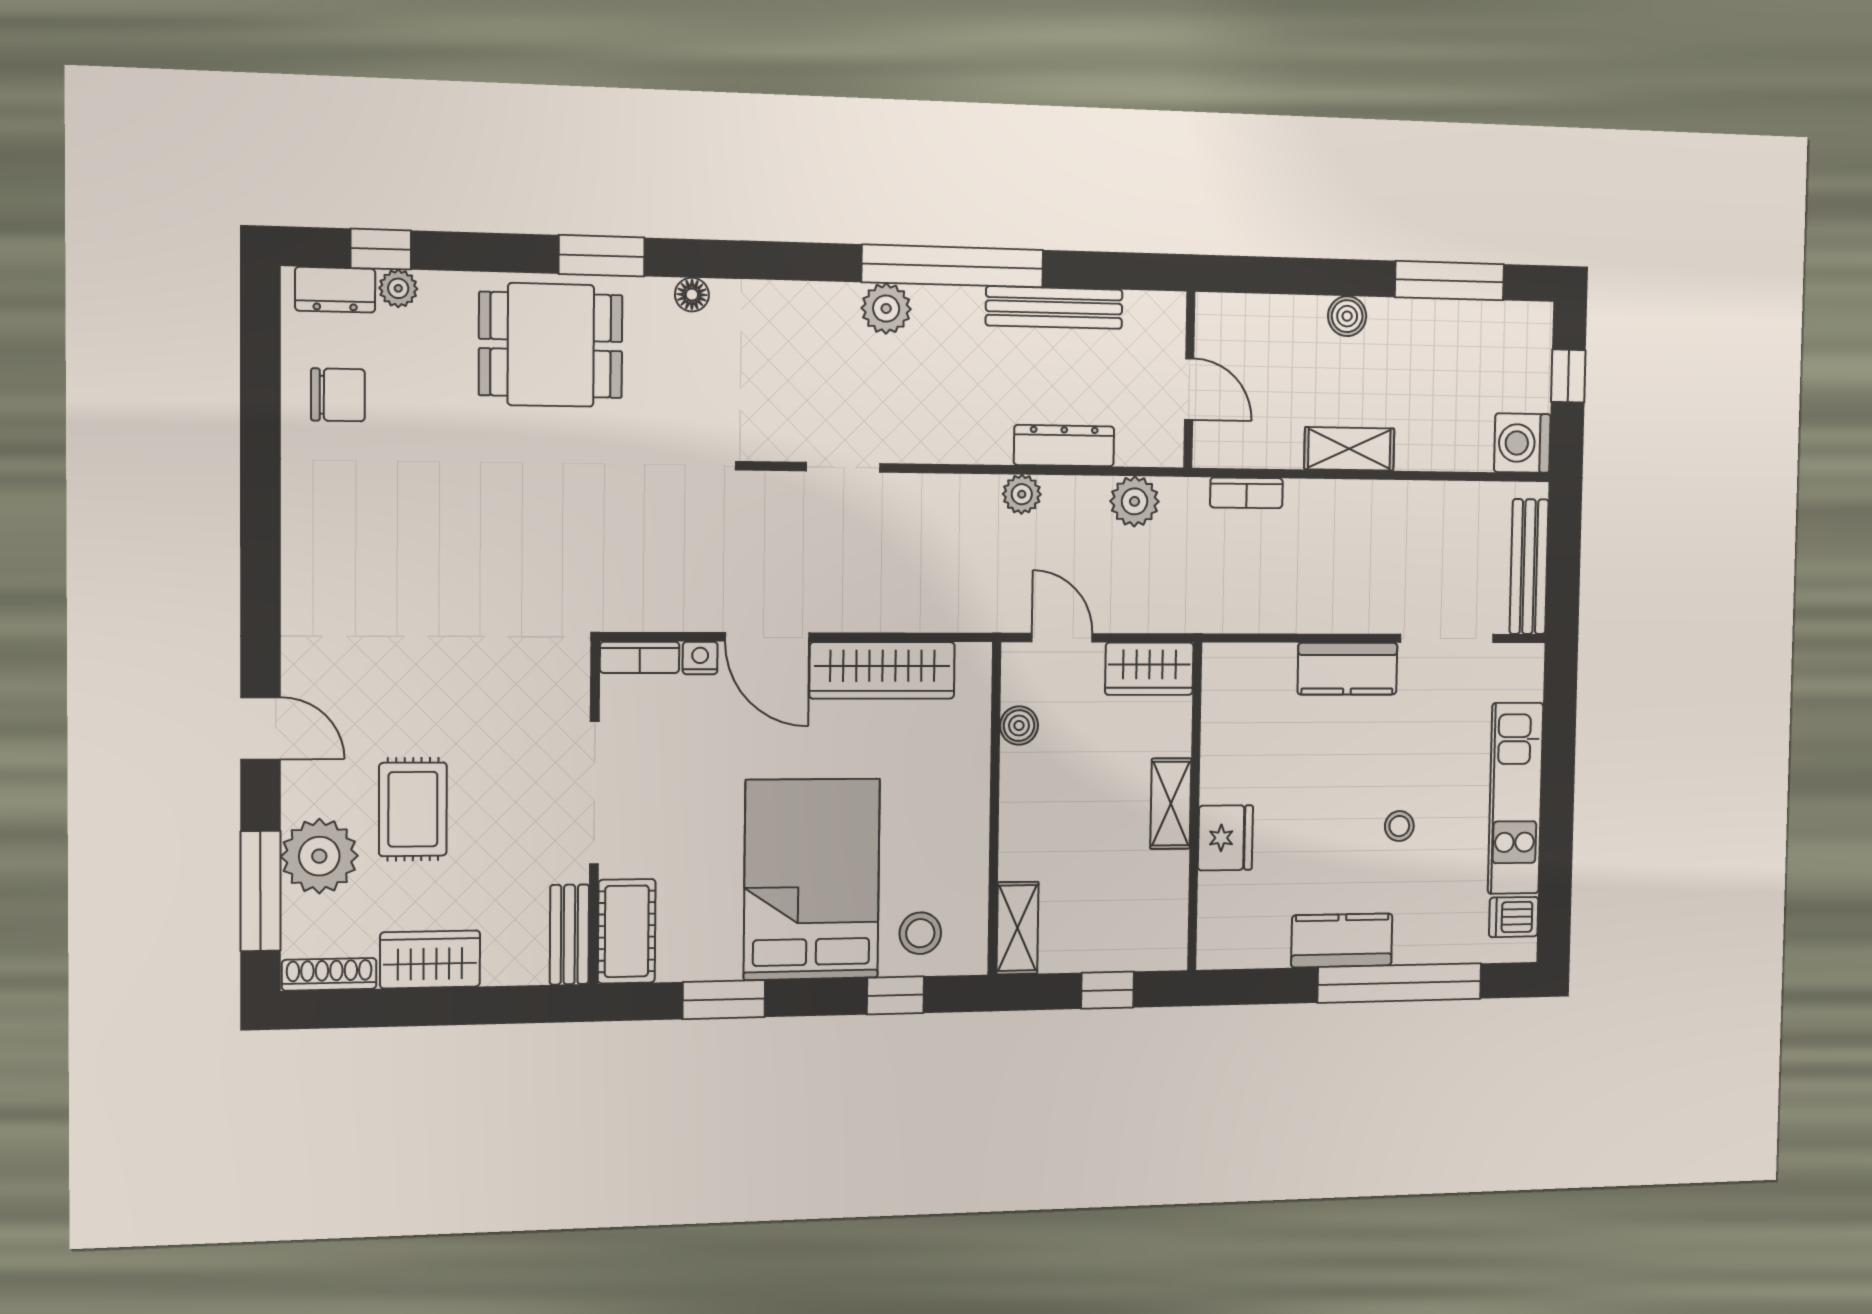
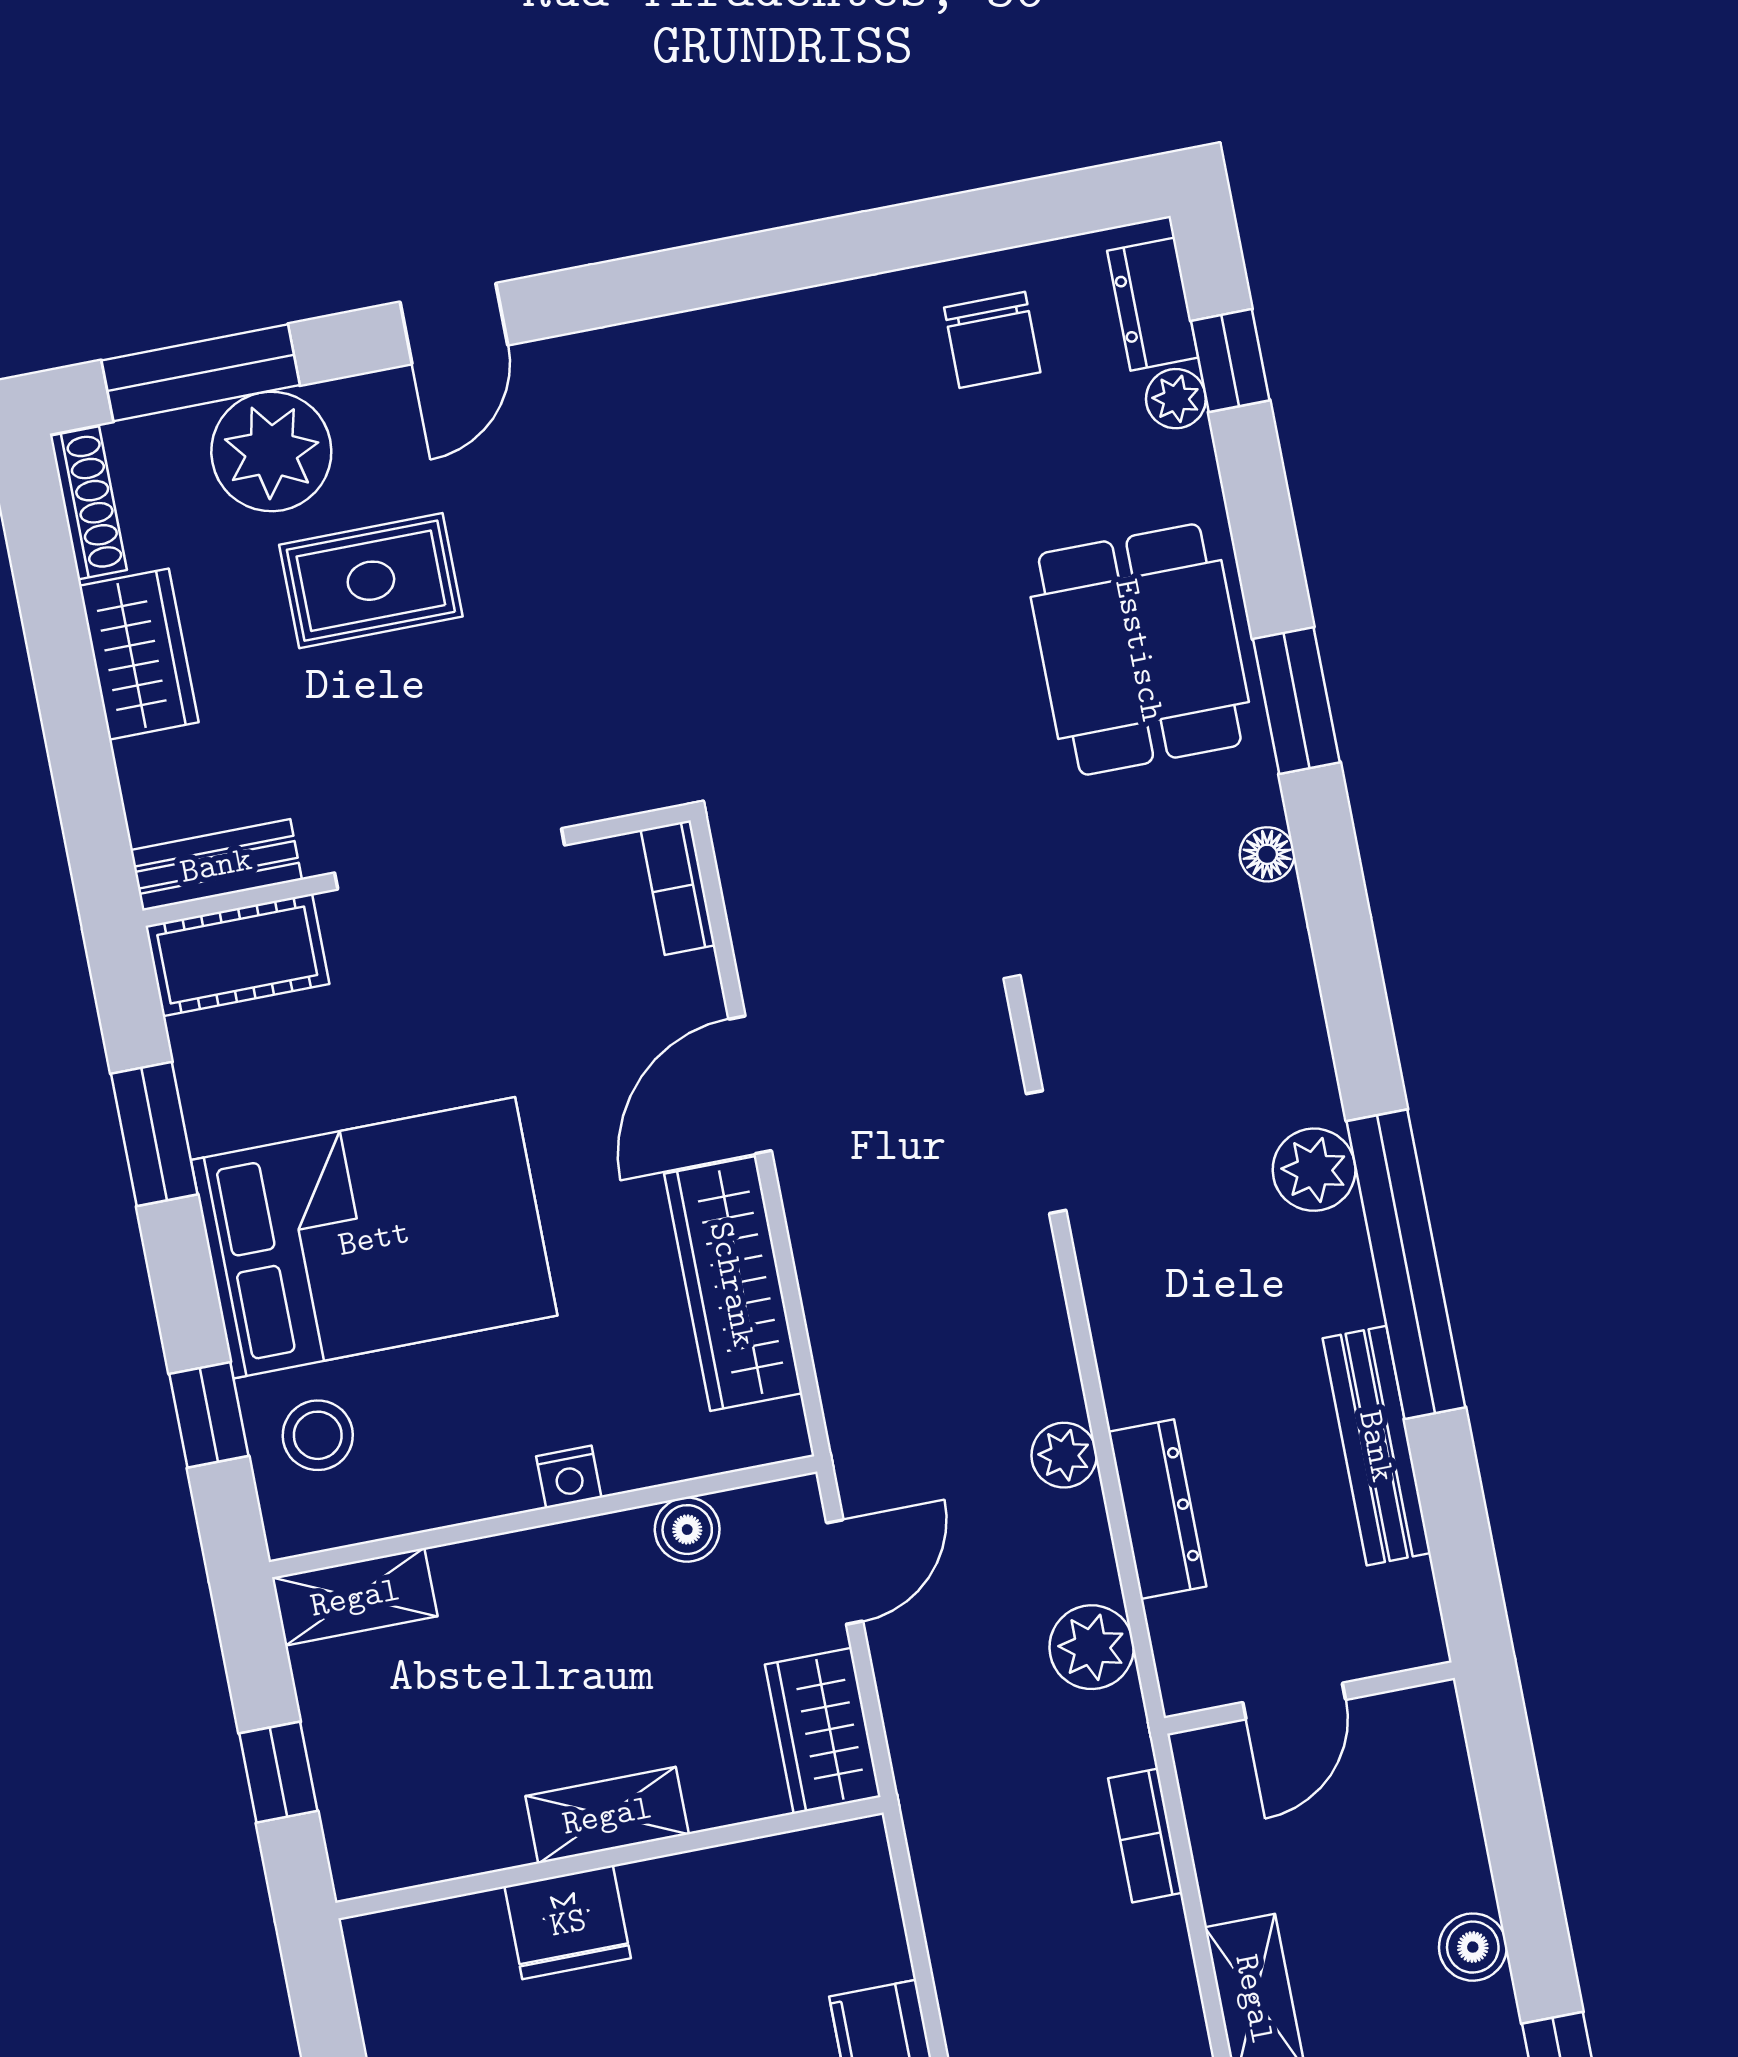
nightstand: (700, 658) -> (569, 1477), moved, turned 90

